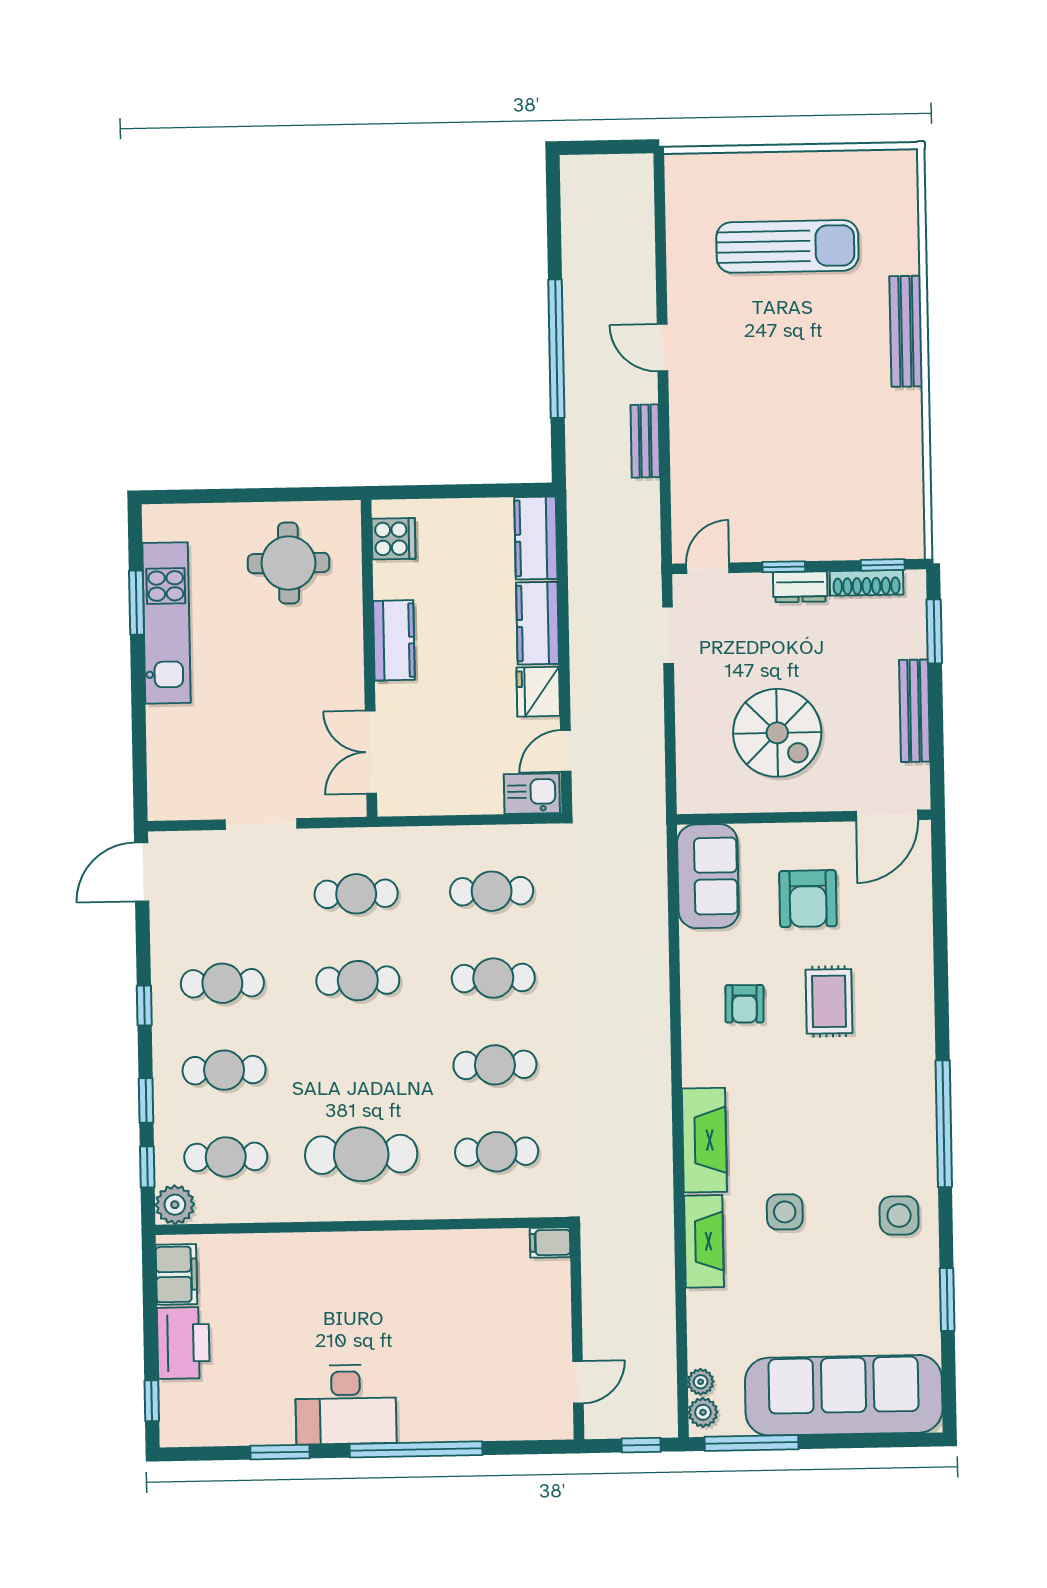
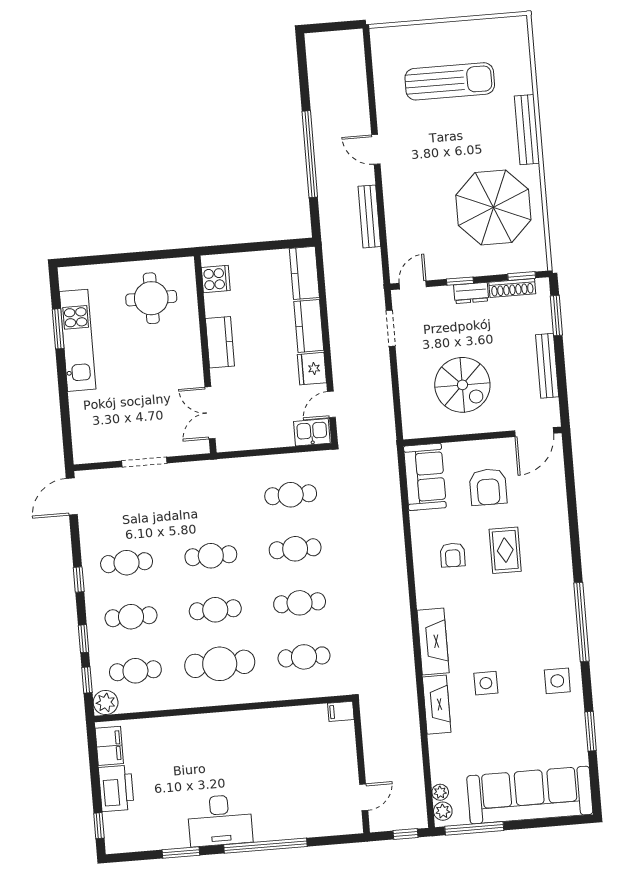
bench: (645, 441) -> (369, 216), width x1.36
parasol: (845, 452) -> (493, 207), added
cafe table: (356, 894) -> (215, 610), moved

